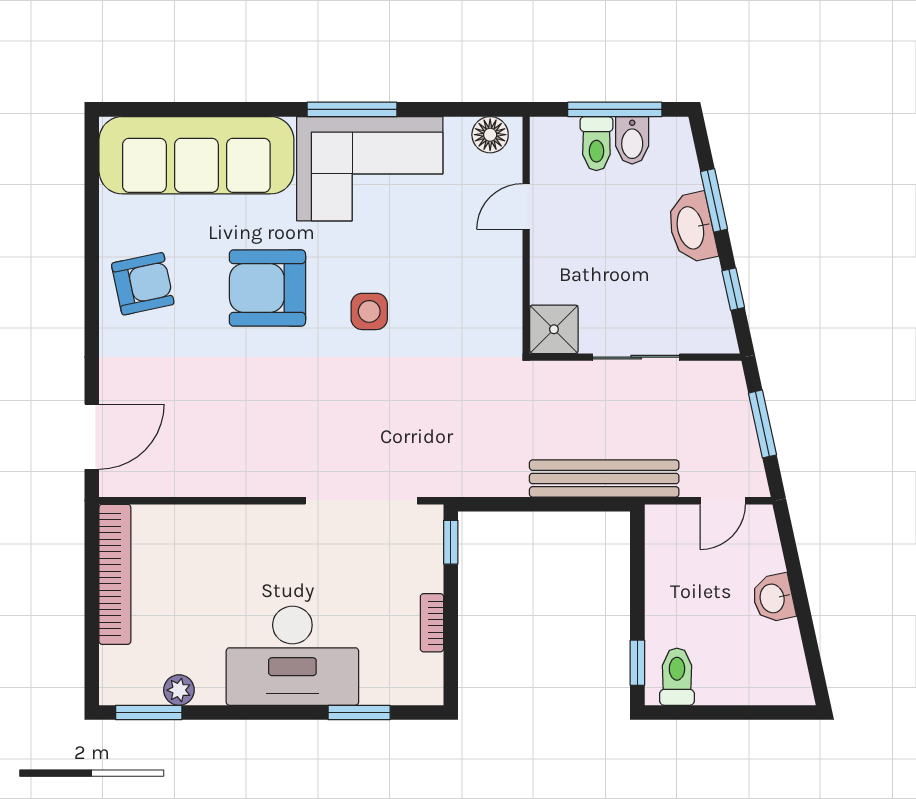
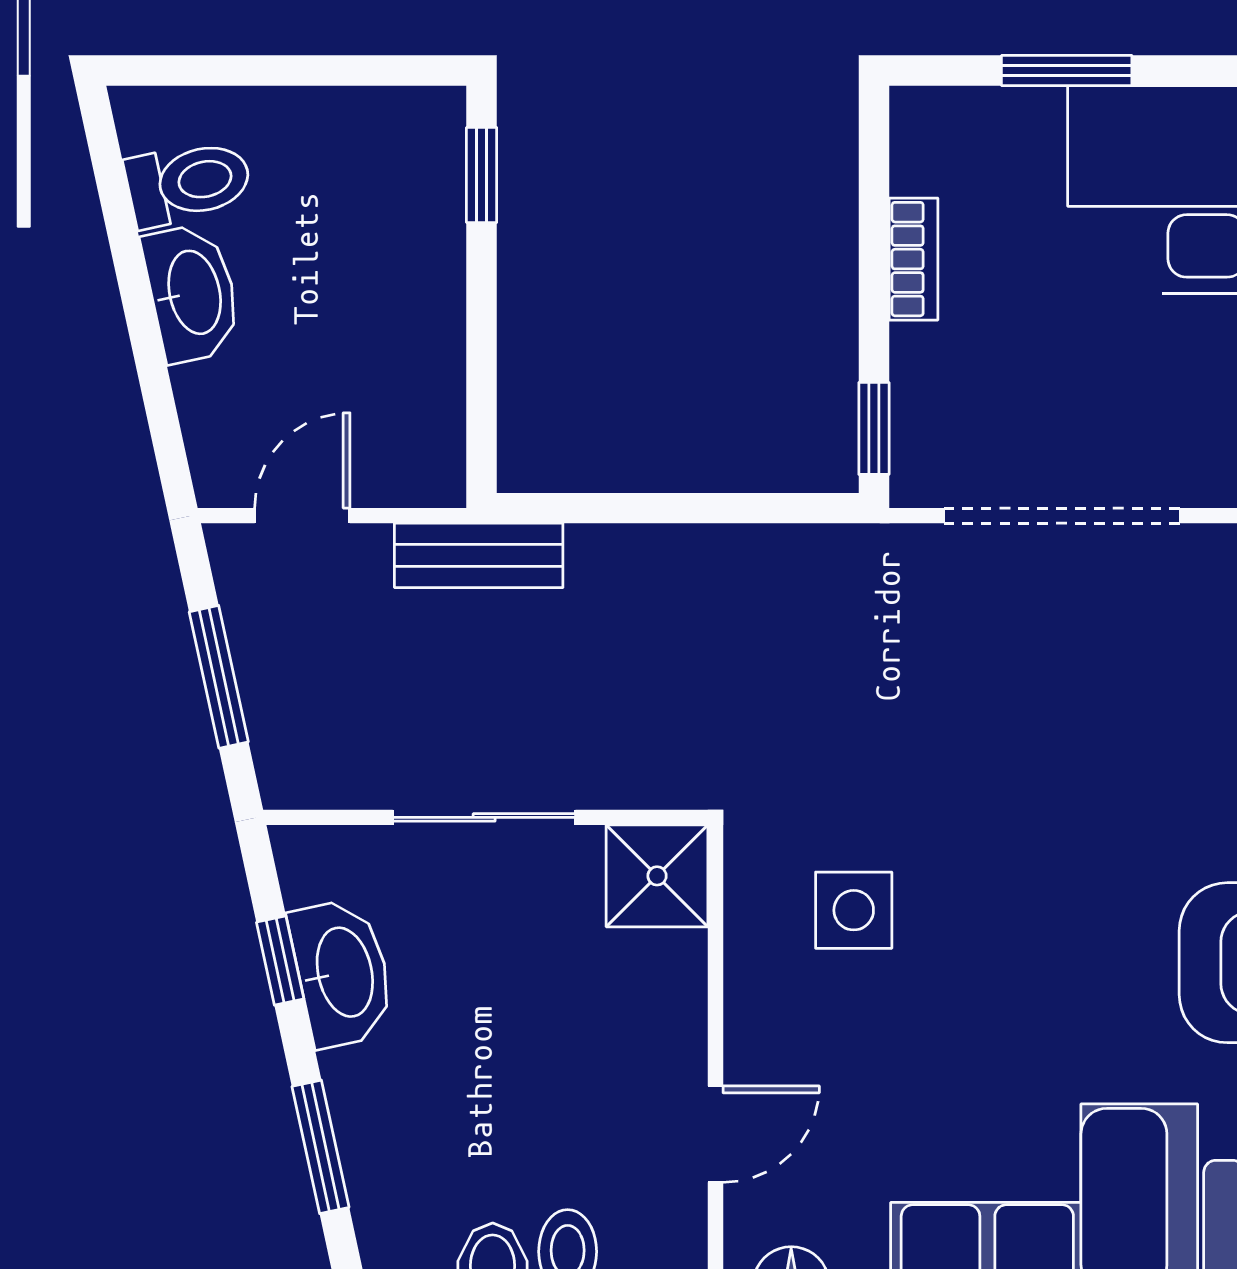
washbasin: (692, 228) -> (342, 973), moved
side table: (369, 311) -> (854, 910), moved
bench: (604, 479) -> (479, 555), width x0.54, depth x0.82
washbasin: (773, 598) -> (192, 293), width x1.38
toilet: (677, 677) -> (189, 183), moved, turned -102

